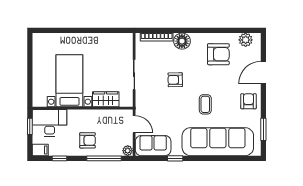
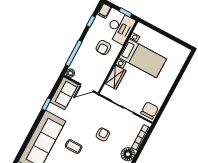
chair: (122, 43) -> (150, 110), added
armchair: (88, 140) -> (103, 48), moved

